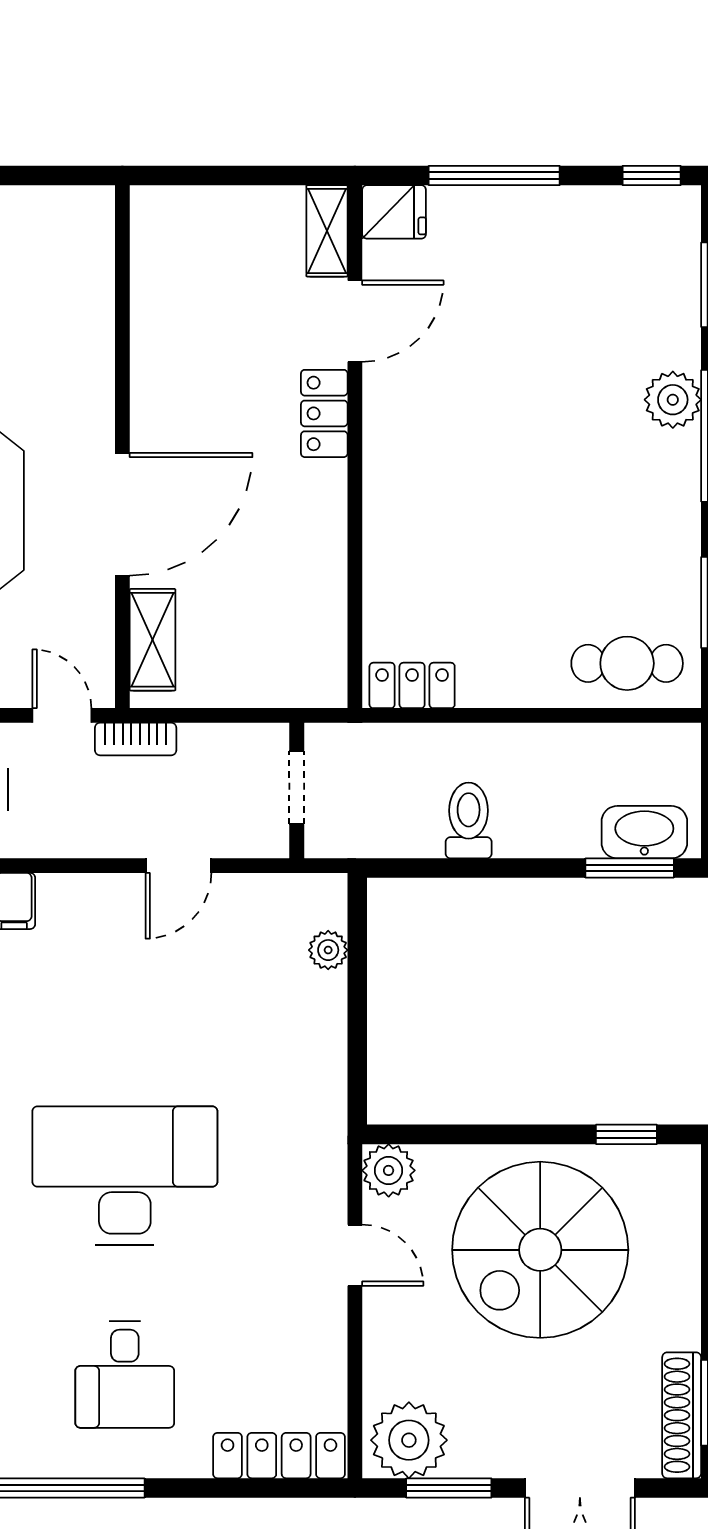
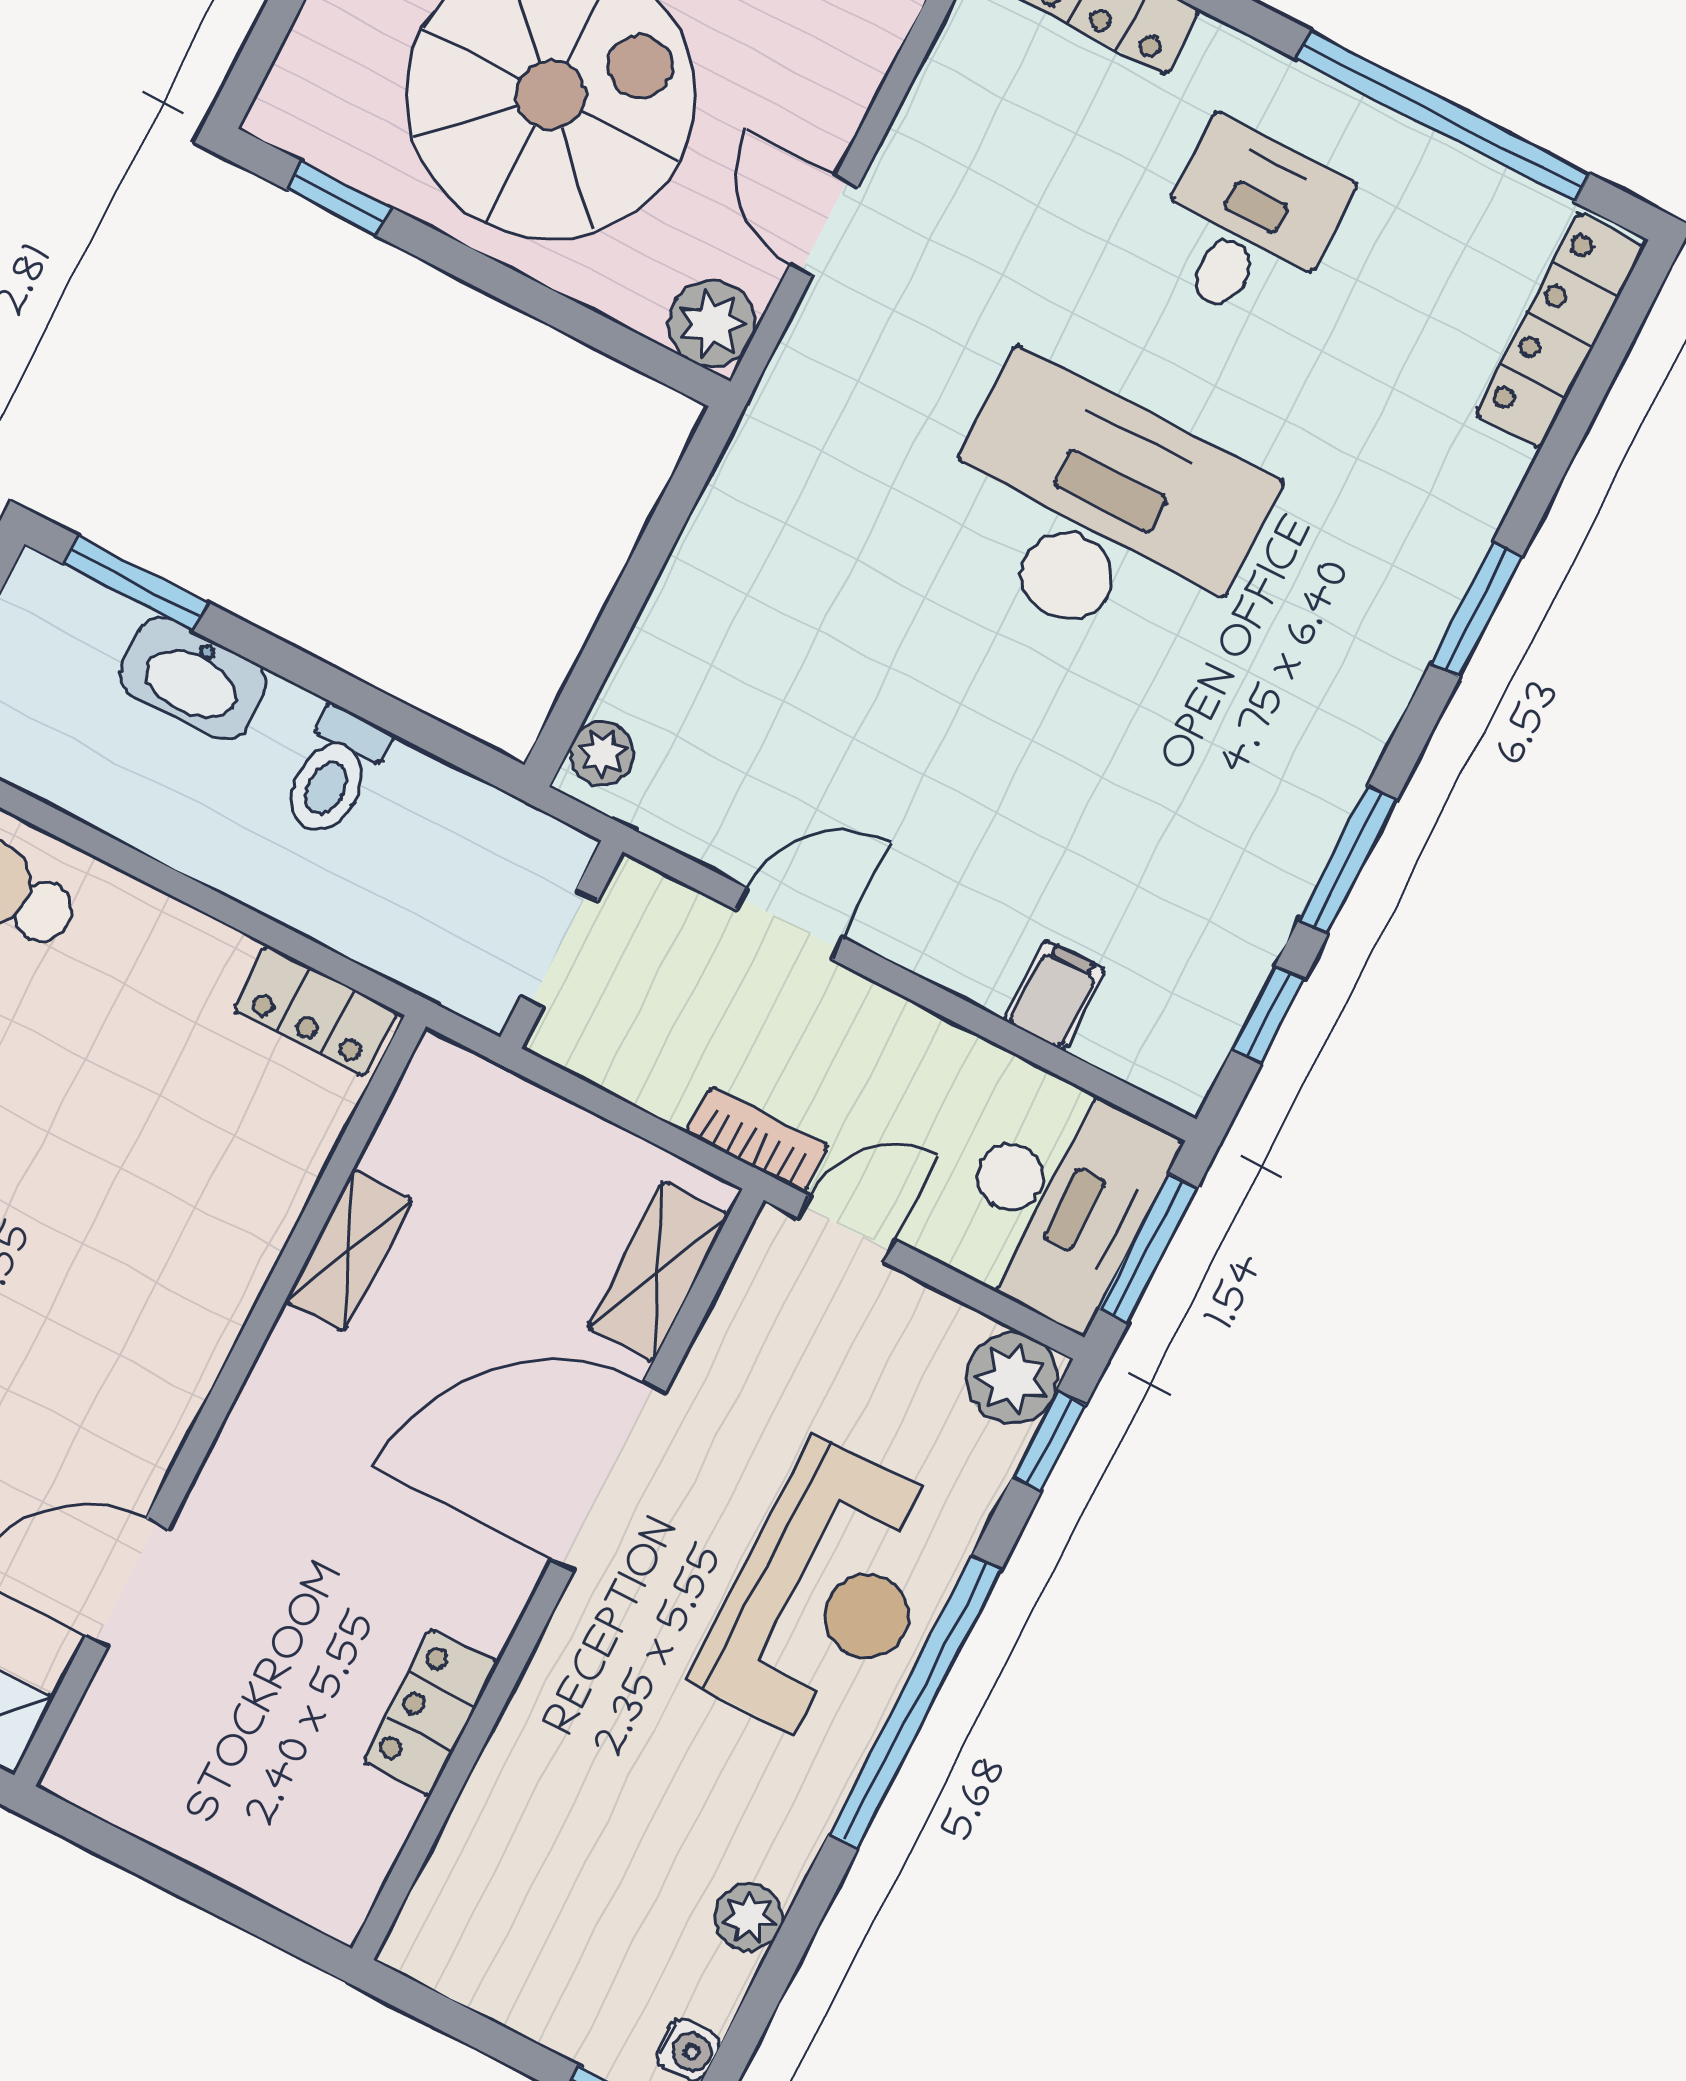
shelving: (327, 231) -> (349, 1250), moved
locker: (324, 413) -> (431, 1712), moved, turned 180
door: (62, 715) -> (847, 1229), swing flipped
washbasin: (644, 832) -> (193, 679), moved
plant: (328, 950) -> (602, 754), moved
desk: (125, 1176) -> (1099, 513), turned 180

